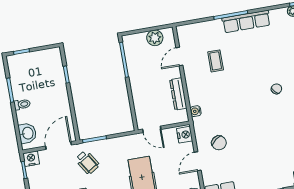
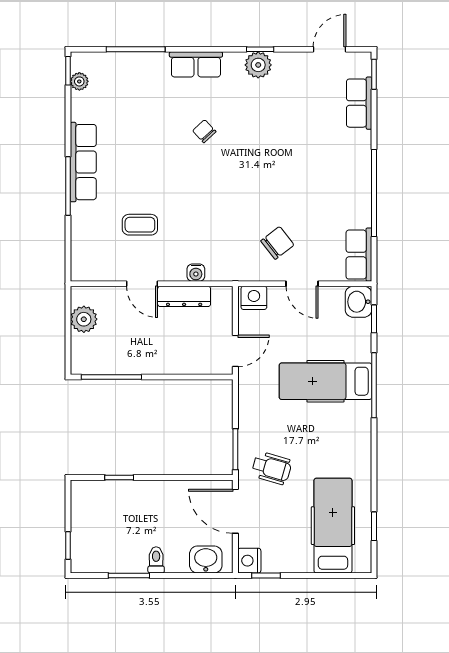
door: (179, 57) -> (142, 284), moved
water cooler: (196, 111) -> (196, 273), moved
wheelchair: (87, 162) -> (272, 468), turned 48

